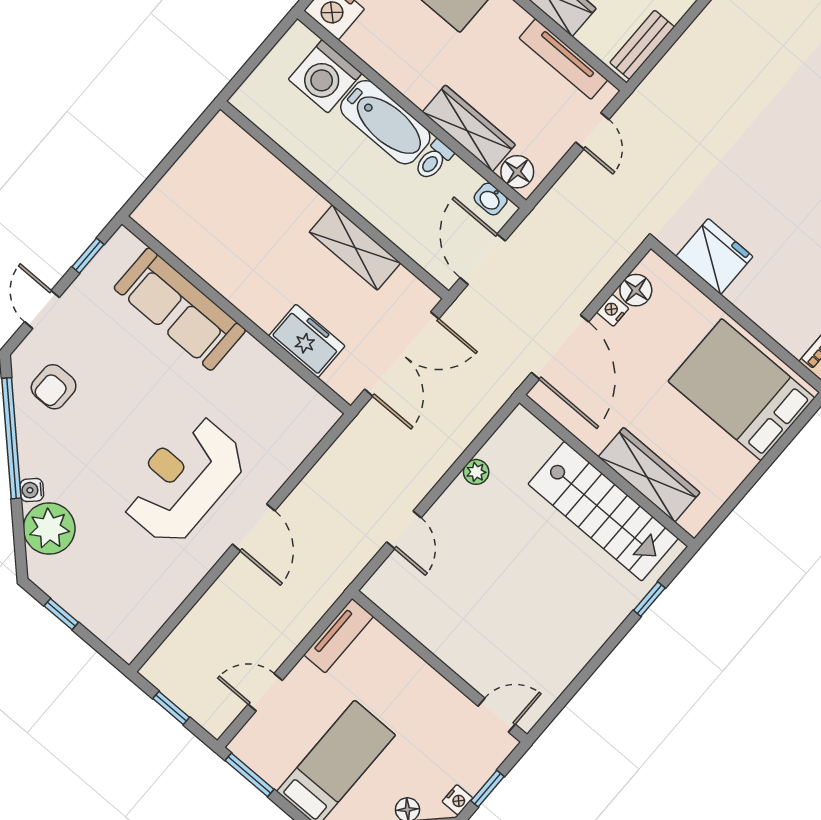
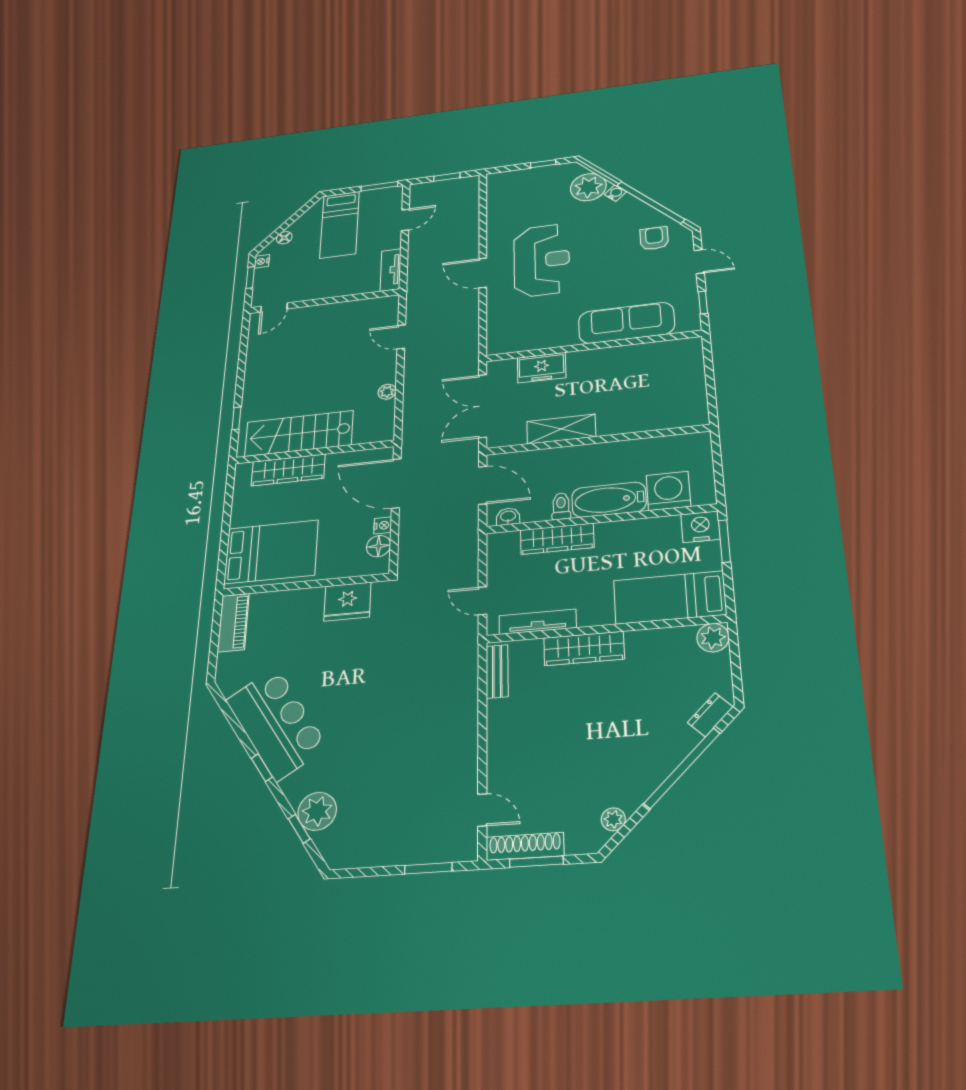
floor lamp: (517, 172) -> (506, 543), removed

